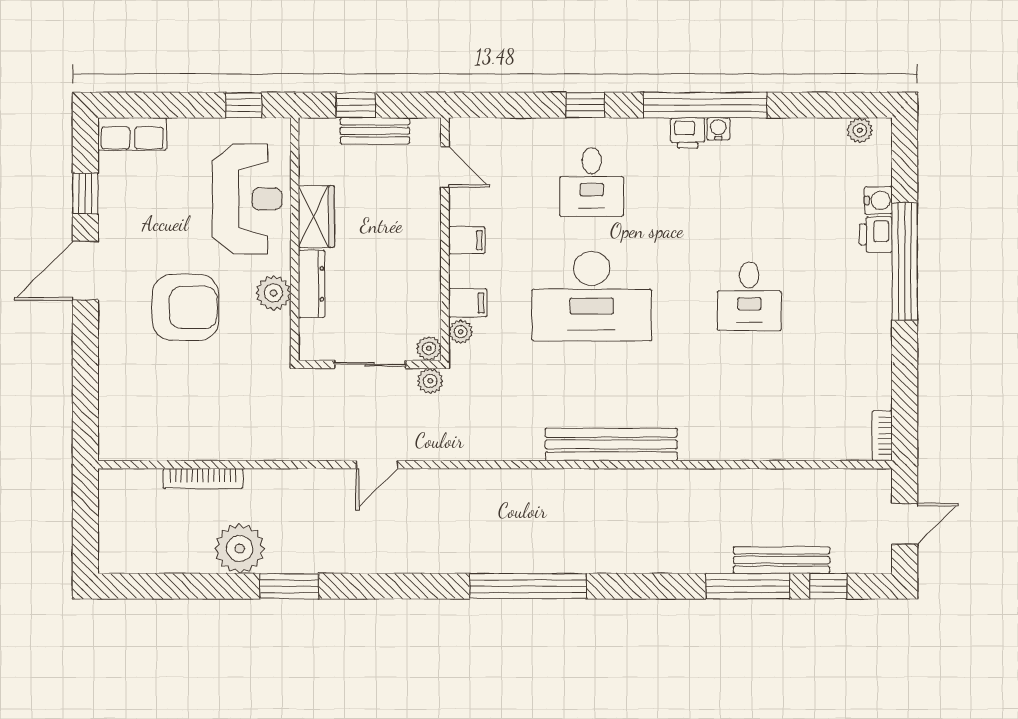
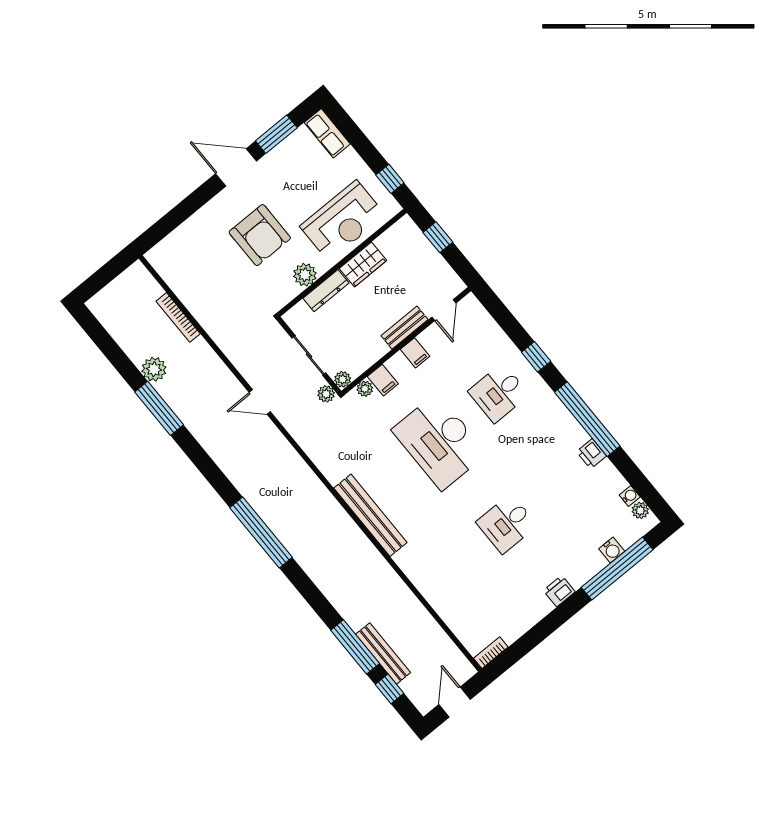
water cooler: (718, 129) -> (630, 496), moved
bench: (375, 131) -> (405, 328), moved, turned 90
printer: (688, 133) -> (591, 454), moved
window: (85, 193) -> (276, 134), width x1.50
printer: (876, 235) -> (559, 591), moved
window: (905, 262) -> (617, 569), moved
door: (905, 524) -> (455, 702), swing flipped
plant: (240, 549) -> (154, 369), width x0.73, depth x0.73
window: (289, 586) -> (159, 408), width x1.44

